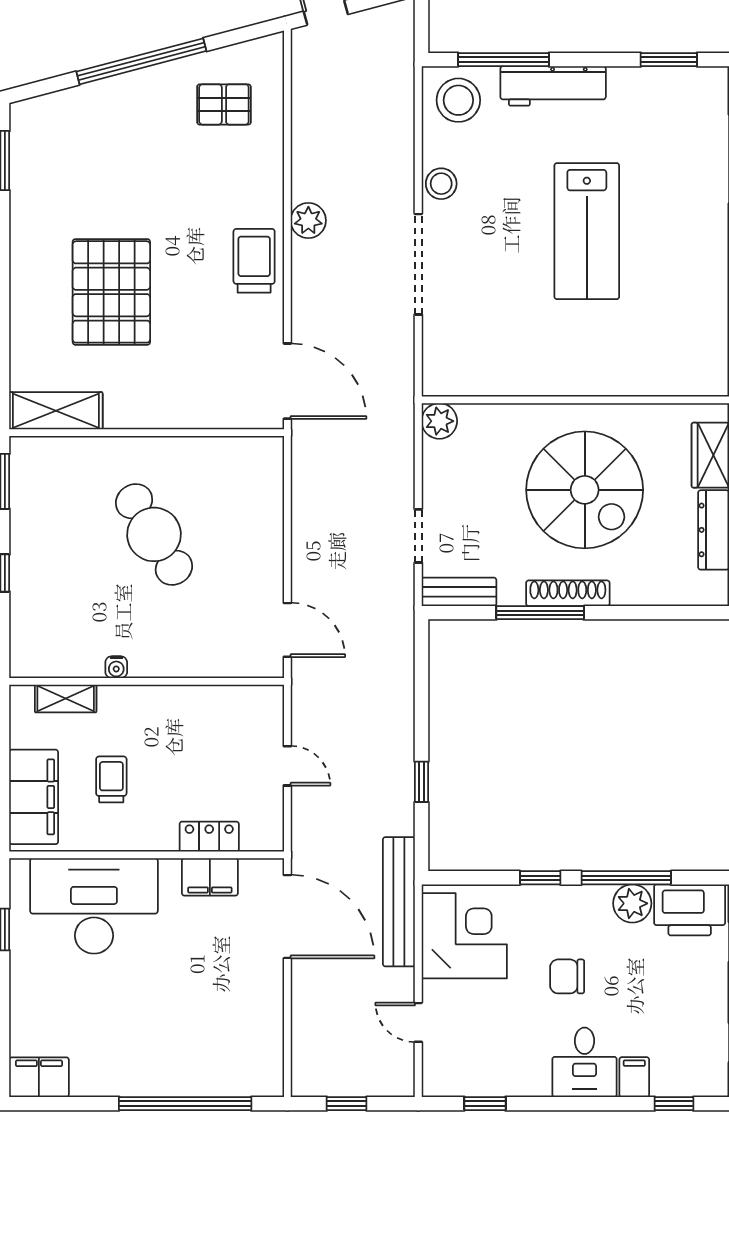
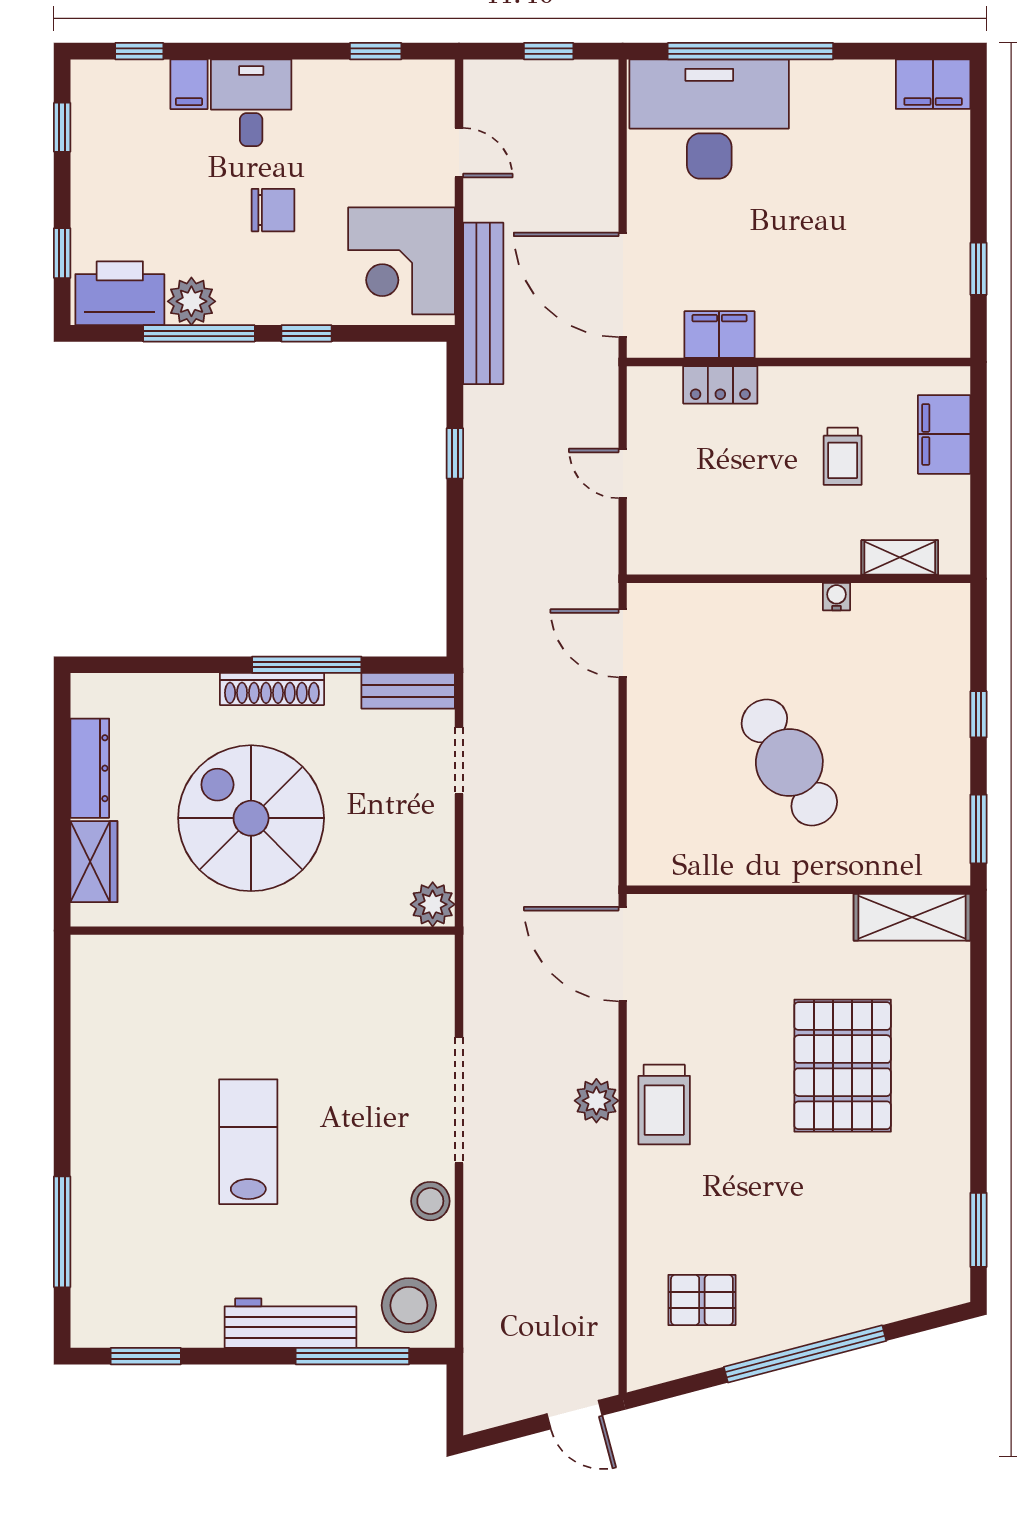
plant: (308, 220) -> (596, 1101), moved
lab bench: (587, 231) -> (248, 1142), width x0.73, depth x0.72
filing cabinet: (34, 797) -> (944, 434), width x0.67, depth x0.86
desk: (94, 906) -> (709, 119), moved, turned 180

